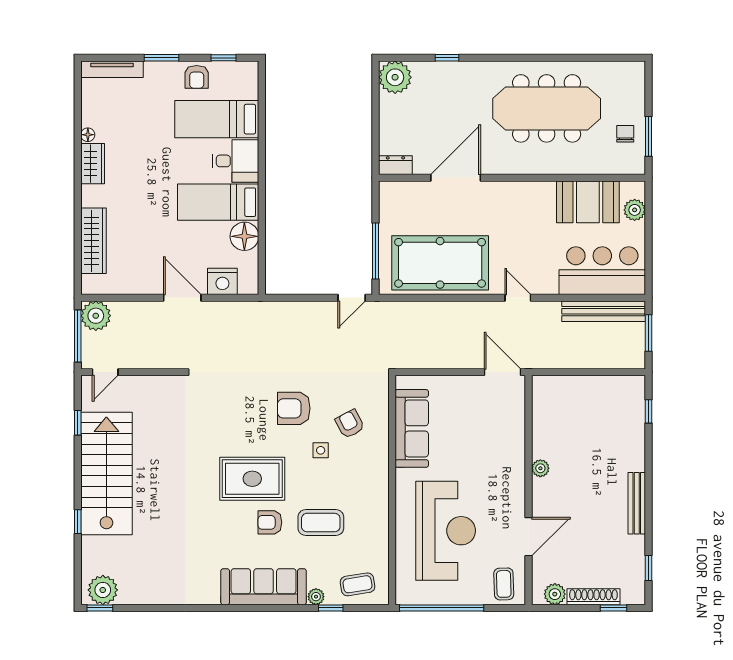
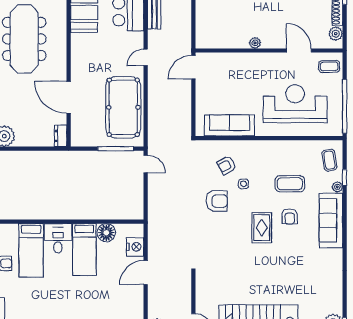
armchair: (294, 408) -> (217, 201), turned -90
rug: (252, 479) -> (262, 228), width x0.73, depth x0.70
coffee table: (321, 523) -> (290, 184), turned 90

